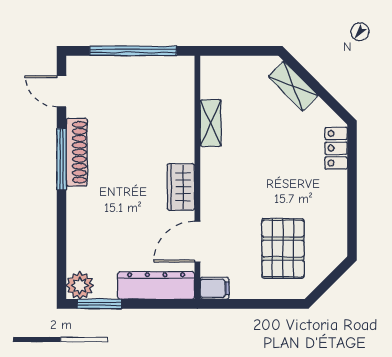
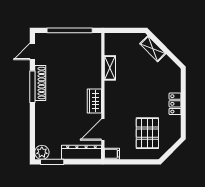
door: (62, 91) -> (32, 51), hinge flipped
locker: (336, 148) -> (175, 104), moved

